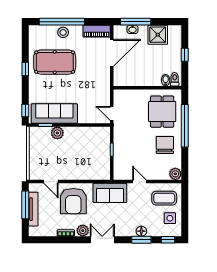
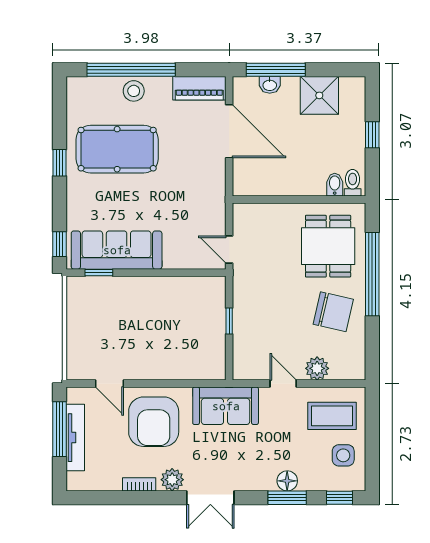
door: (112, 53) -> (229, 131), hinge flipped
plant: (57, 133) -> (122, 288), removed
chair: (165, 145) -> (333, 312), turned 103
plant: (175, 174) -> (317, 368), moved
double door: (102, 240) -> (210, 498), swing flipped

